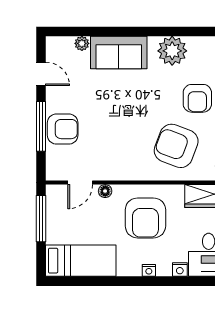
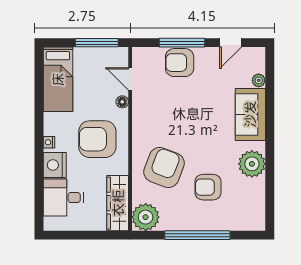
armchair: (63, 129) -> (180, 63), turned 90
nightstand: (180, 270) -> (55, 165), width x1.89, depth x1.79

